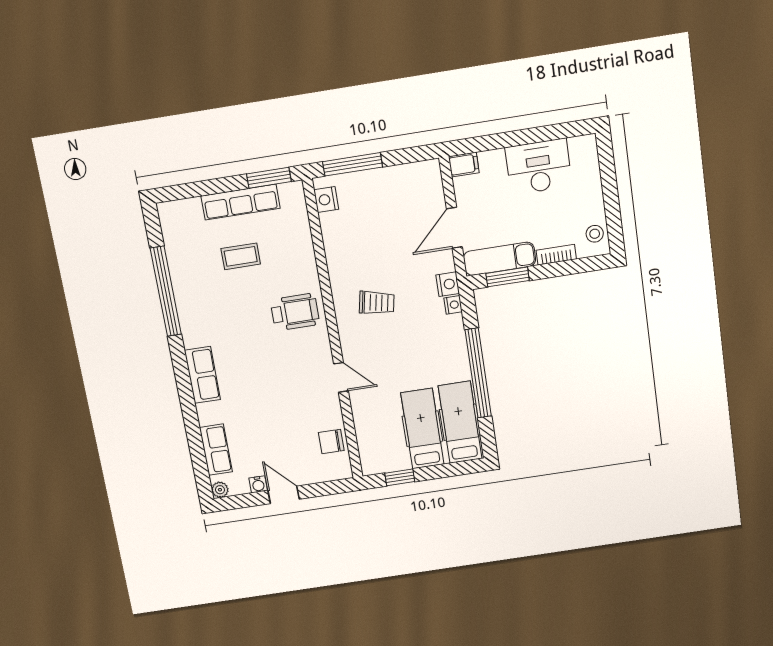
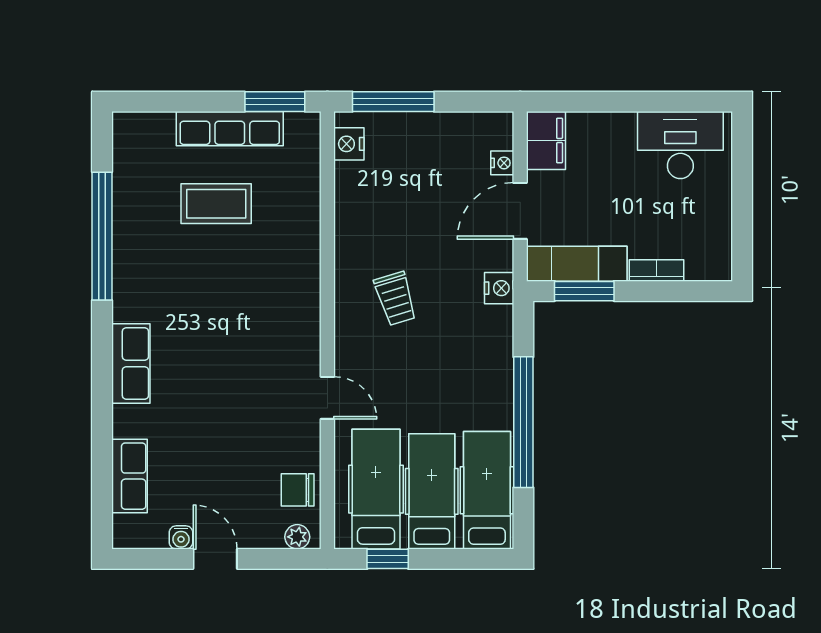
filing cabinet: (464, 165) -> (546, 140), width x2.00
desk: (539, 167) -> (680, 145), moved
stool: (595, 234) -> (714, 250), removed
coffee table: (241, 256) -> (216, 204), width x1.36, depth x1.30
trolley: (377, 303) -> (396, 299), turned 62
nightstand: (453, 305) -> (502, 163), moved
wheelchair: (295, 312) -> (278, 294), removed
hospital bed: (384, 433) -> (376, 489), added
plant: (220, 490) -> (297, 537), moved

